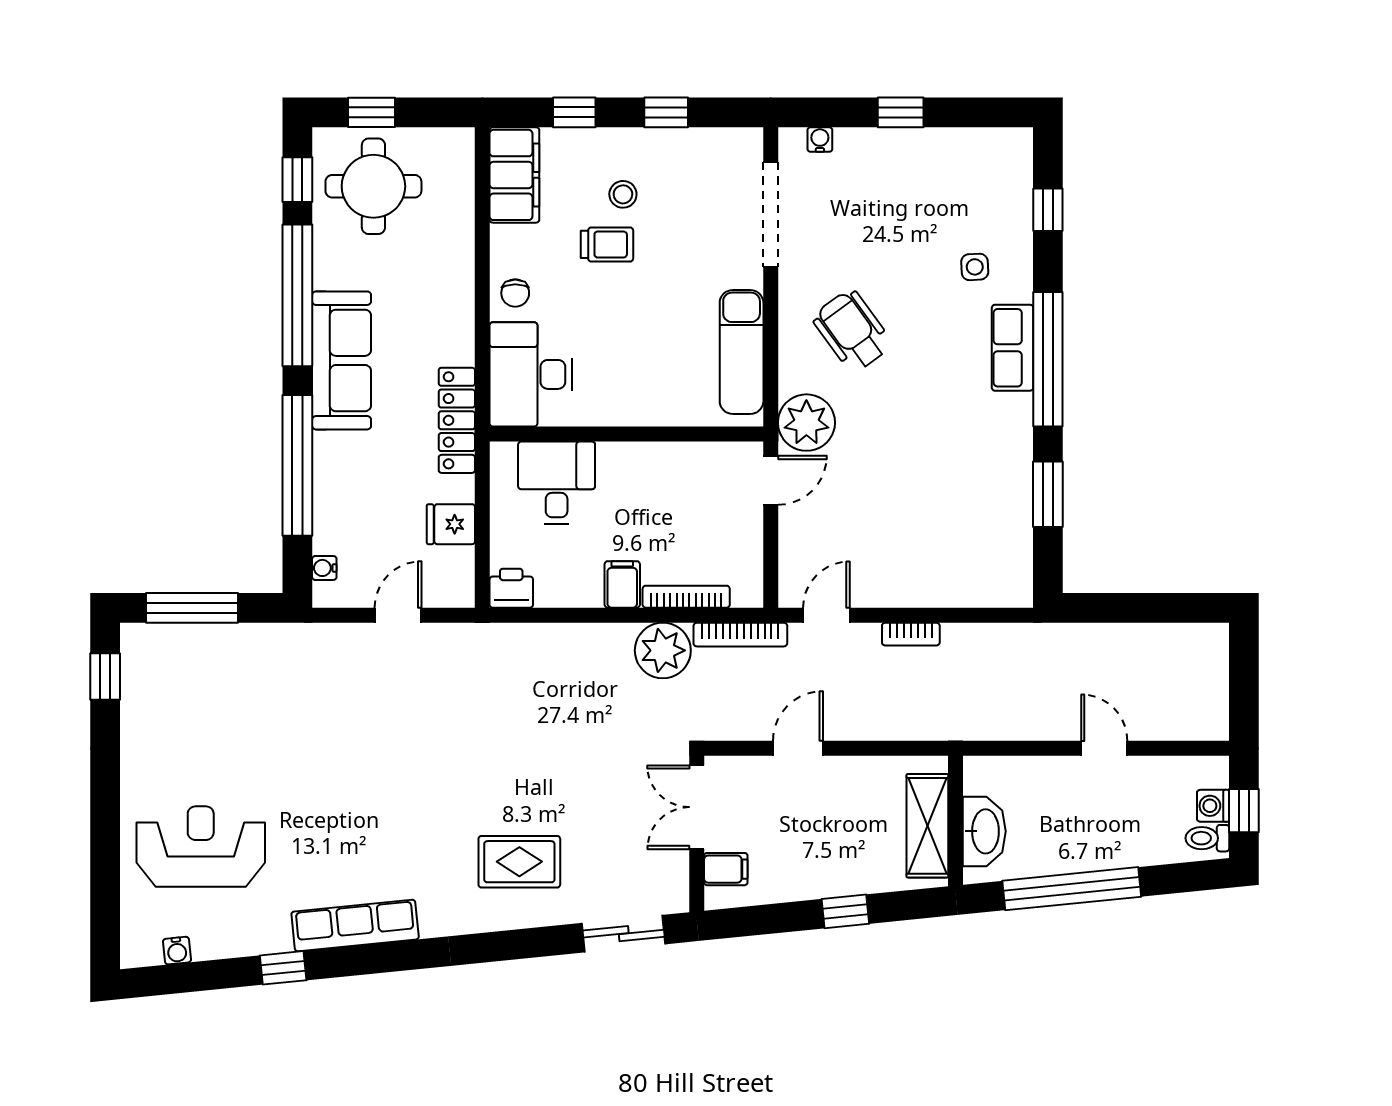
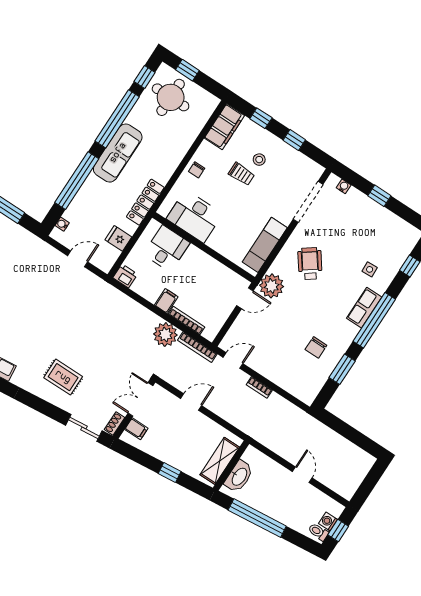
desk: (531, 374) -> (194, 216), moved, turned -90
chair: (970, 485) -> (316, 347), added
shoe rack: (677, 887) -> (115, 424), added

